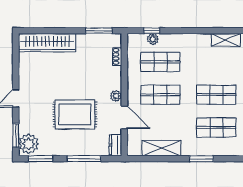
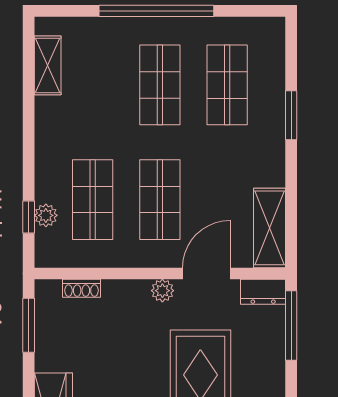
shelving: (161, 148) -> (270, 228), moved
window: (84, 159) -> (291, 325), moved

